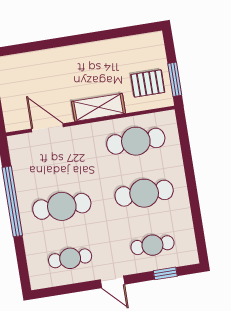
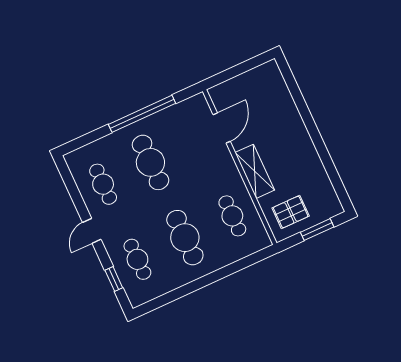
window: (175, 79) -> (317, 230), moved
pallet: (148, 83) -> (291, 212), turned 90
cafe table: (136, 141) -> (232, 216), width x0.73, depth x0.74

